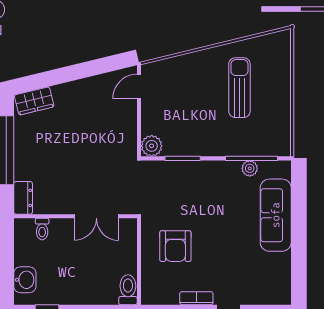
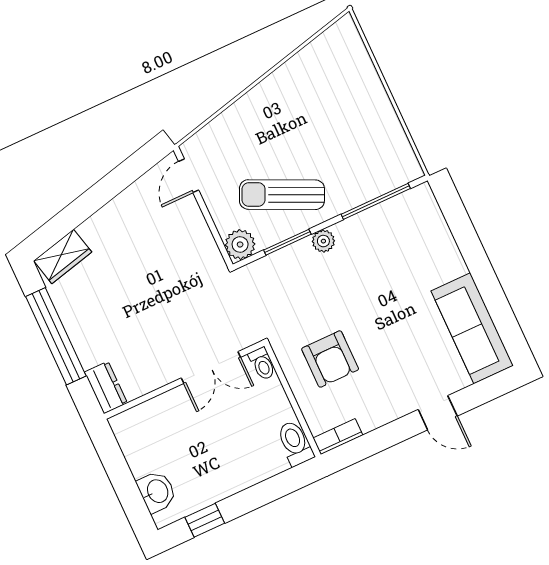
sun lounger: (239, 88) -> (282, 195), moved, turned -65
plant: (250, 168) -> (323, 241), moved
sofa: (276, 215) -> (472, 328), moved
toilet: (42, 229) -> (262, 364), moved
bookcase: (196, 298) -> (338, 437), moved

